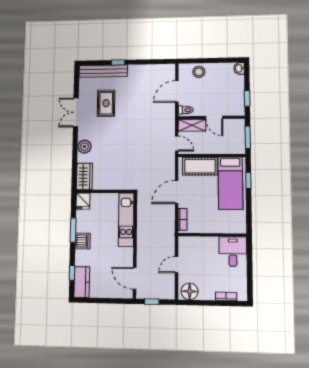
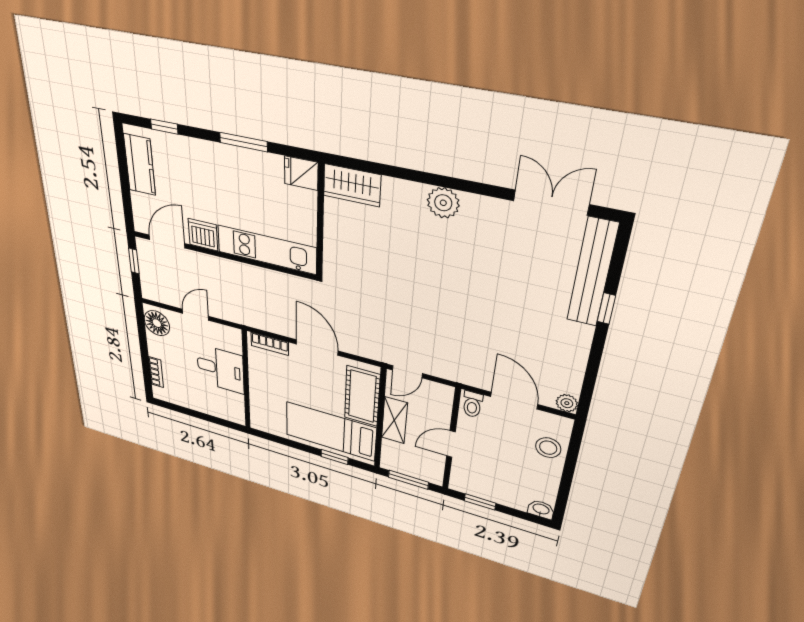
plant: (170, 69) -> (567, 403), added
rug: (106, 103) -> (511, 263), removed
double door: (76, 112) -> (551, 203), moved
shelving: (192, 125) -> (394, 420), moved
plant: (84, 147) -> (443, 203), moved
dishwasher: (83, 241) -> (203, 235), moved, turned 180
desk: (233, 251) -> (220, 369), moved
door: (176, 265) -> (195, 315), hinge flipped
kitchen counter: (82, 282) -> (140, 165), moved, turned -90

